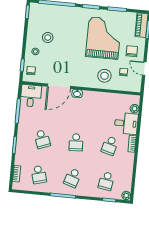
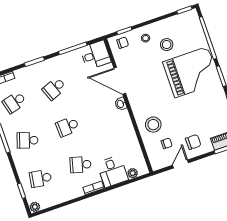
grand piano: (104, 38) -> (191, 72), moved

